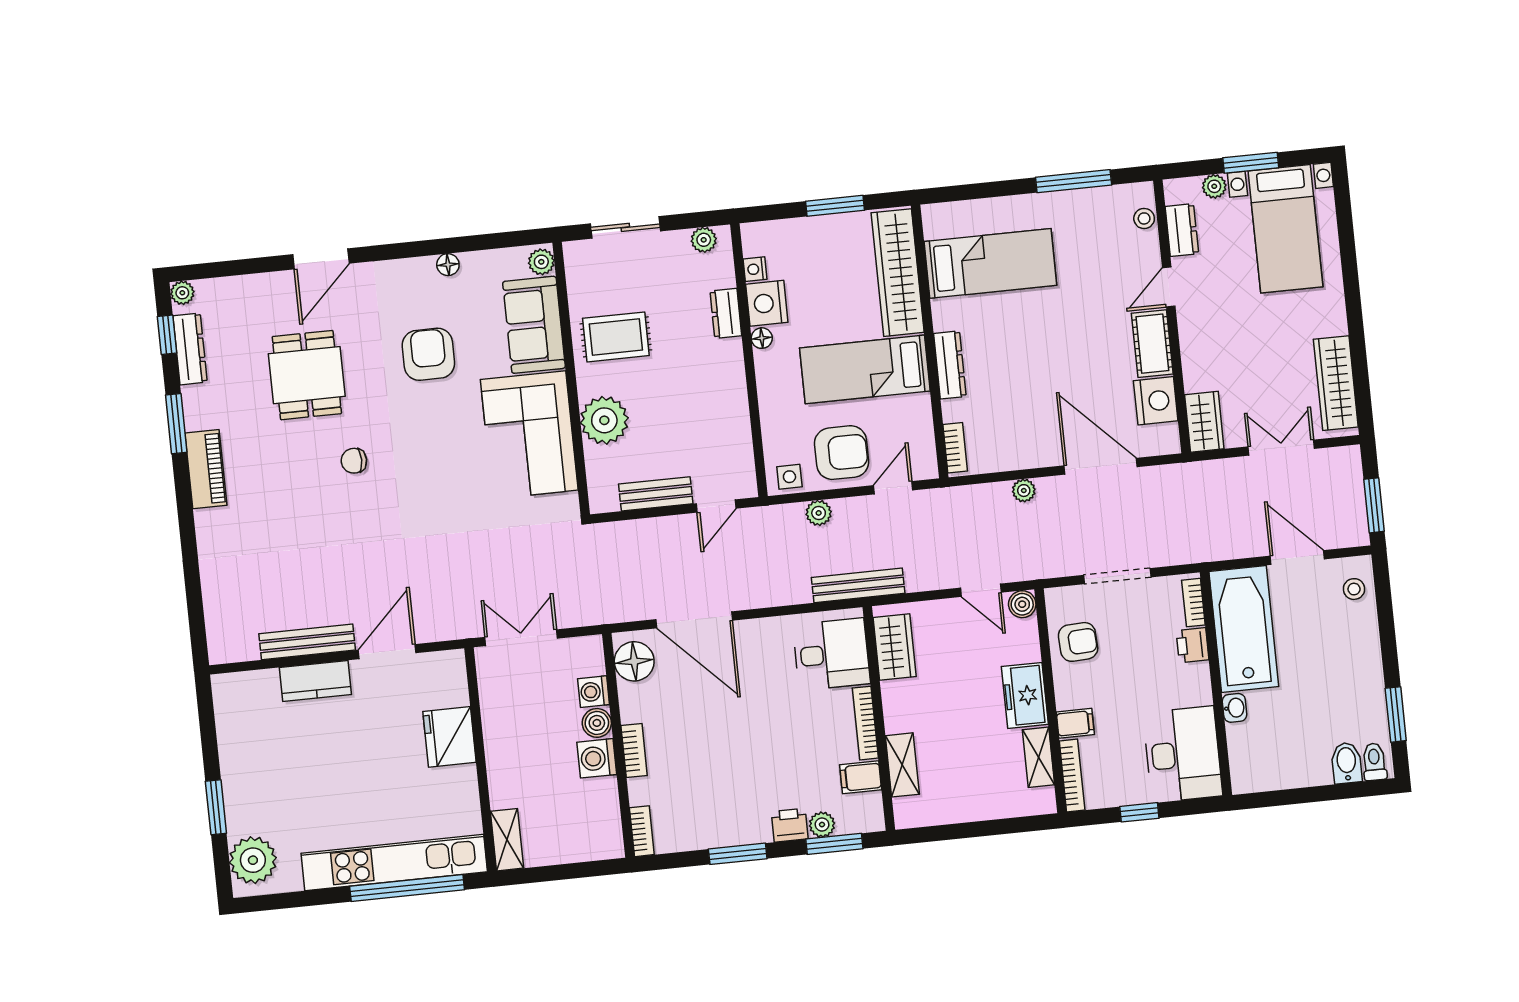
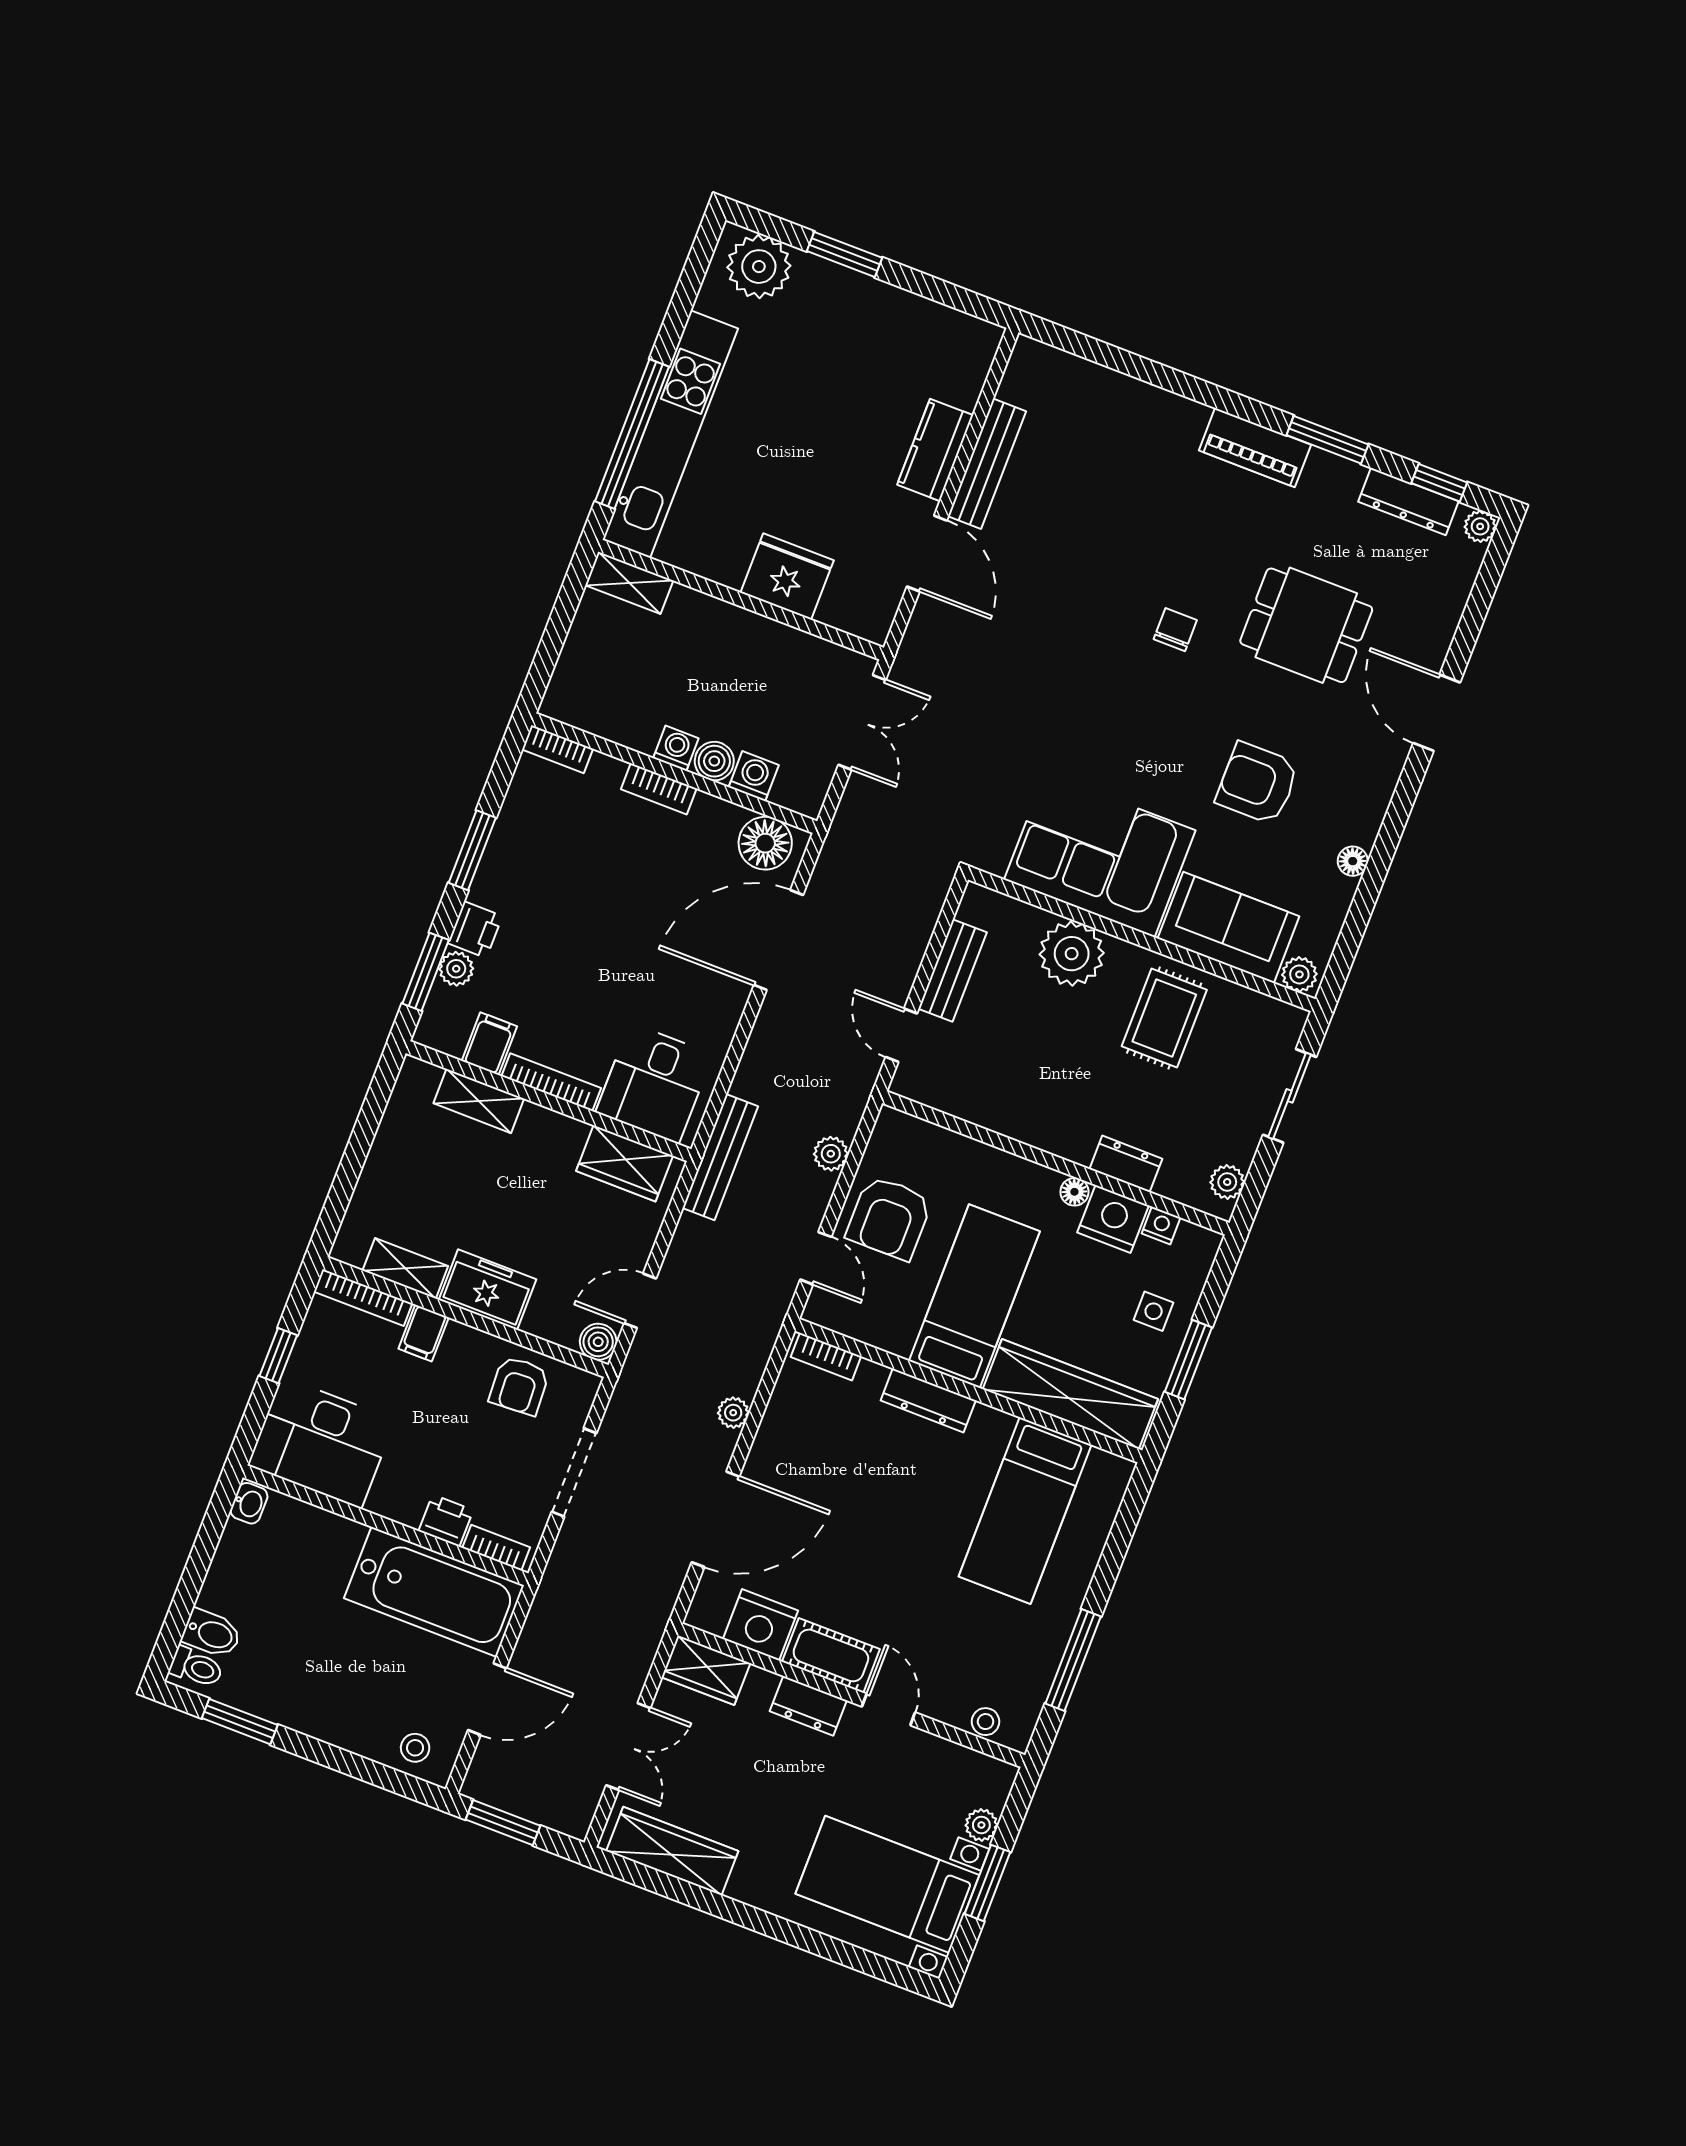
dresser: (1182, 230) -> (808, 1706), moved
armchair: (428, 354) -> (1257, 783), turned 180
side table: (789, 477) -> (1154, 1311), moved
washbasin: (1235, 708) -> (249, 1503), moved, turned -90
washing machine: (597, 758) -> (676, 748), width x0.73, depth x0.73

